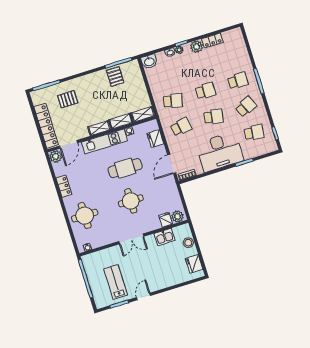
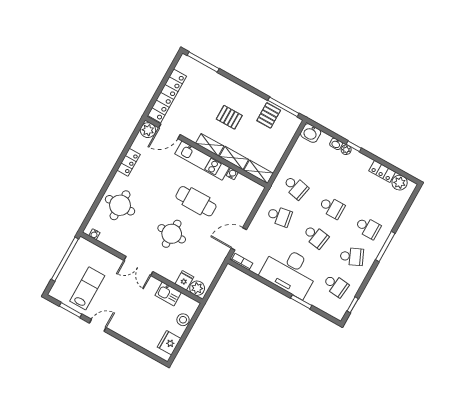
plant: (197, 47) -> (400, 183), moved
pallet: (68, 99) -> (229, 117), moved
fridge: (155, 139) -> (247, 203), removed

